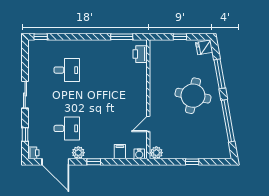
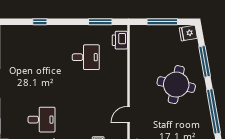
window: (41, 37) -> (40, 22), moved
window: (180, 37) -> (162, 22), width x2.17
desk: (67, 70) -> (86, 57), moved

